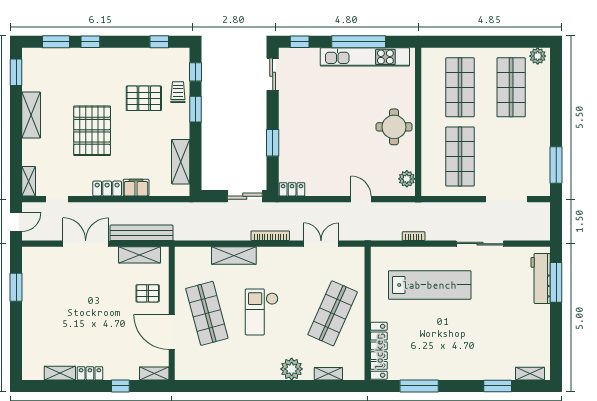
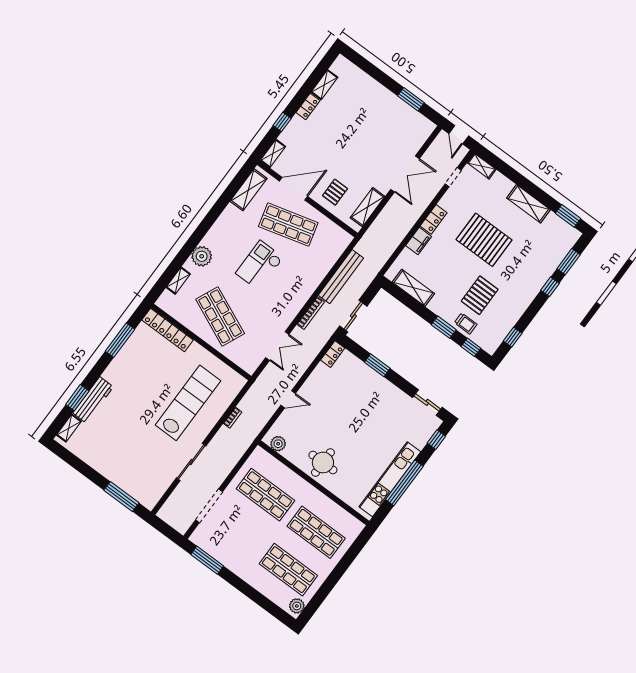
bench: (142, 233) -> (341, 277), moved
shelving: (234, 255) -> (249, 190), moved
workbench: (541, 278) -> (93, 400), moved, turned 90
lab bench: (430, 285) -> (188, 403), turned 180
checkout: (262, 312) -> (260, 265), turned -90

